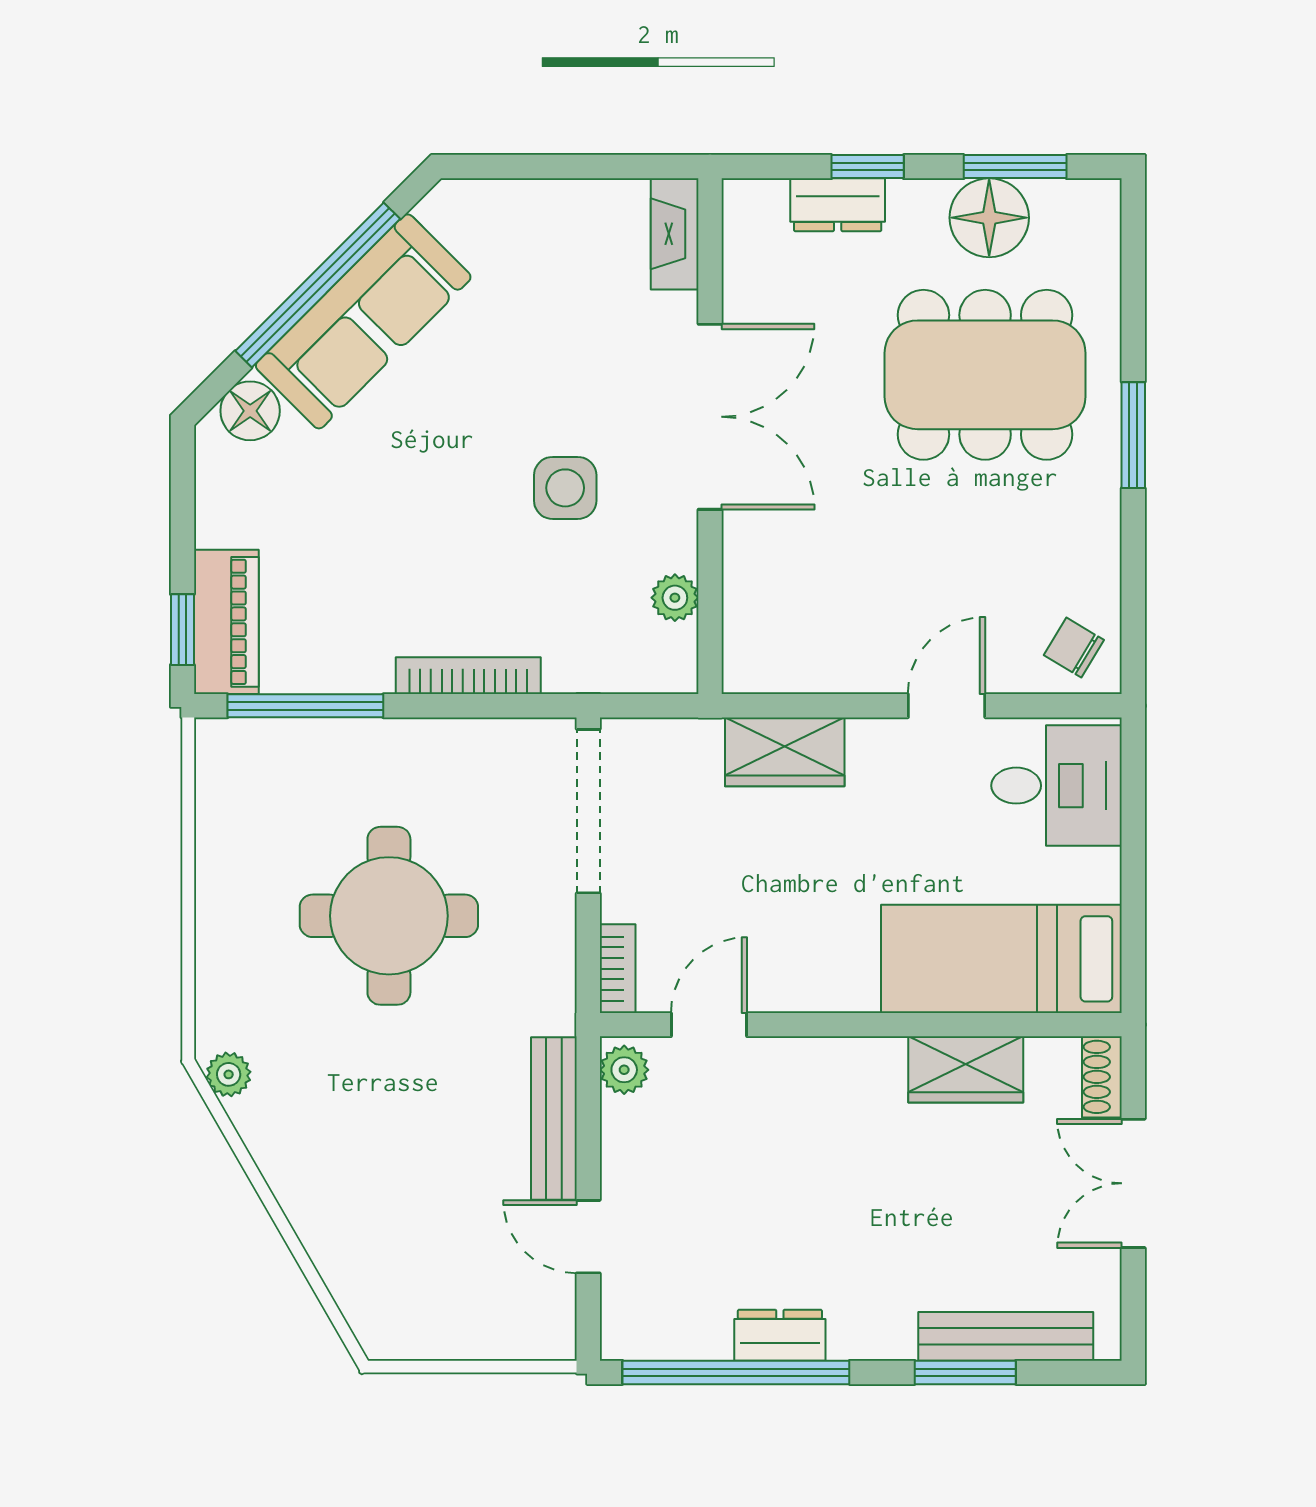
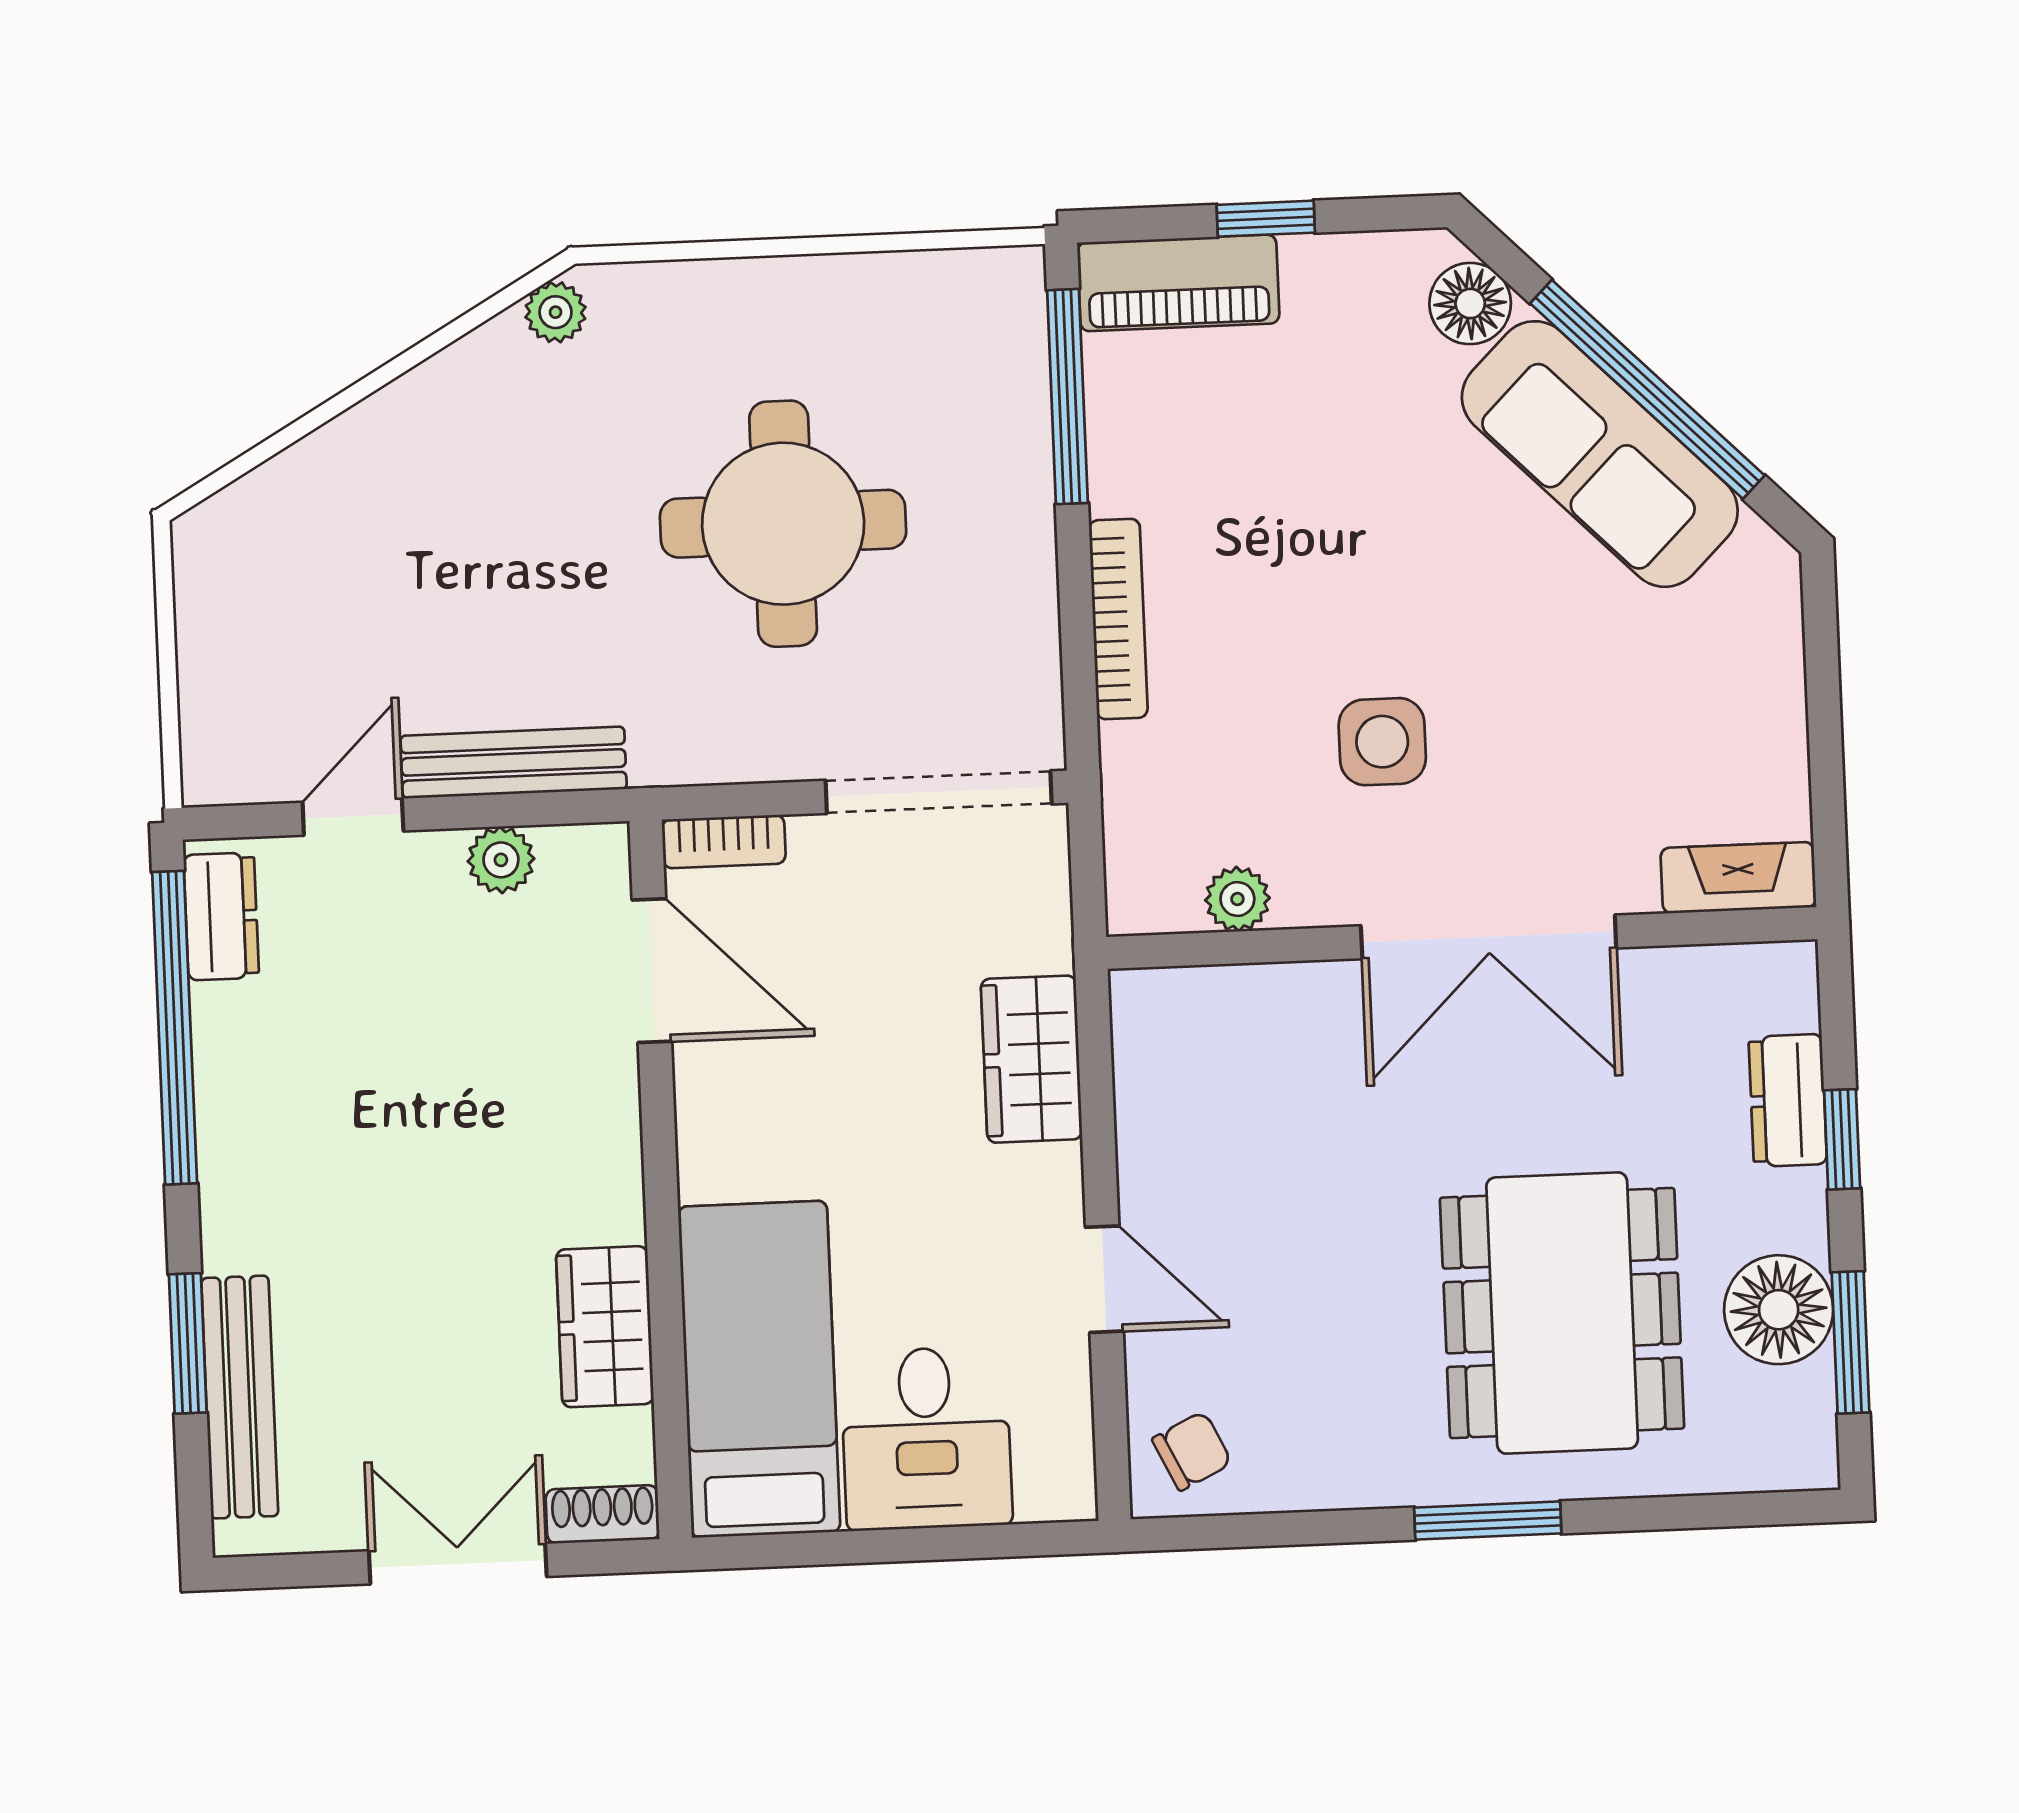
window: (182, 630) -> (1266, 219), moved
chair: (1074, 647) -> (1192, 1451), turned 33
desk: (1057, 786) -> (926, 1438), moved
door: (709, 1025) -> (652, 971), width x1.38
plant: (624, 1070) -> (501, 860), moved
dresser: (780, 1335) -> (221, 916), moved

